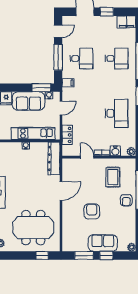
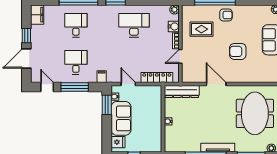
kitchen unit: (33, 133) -> (155, 114), removed
locker: (67, 135) -> (157, 78), width x1.53

